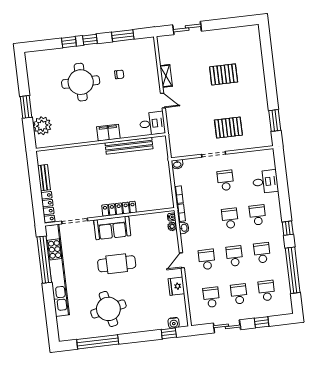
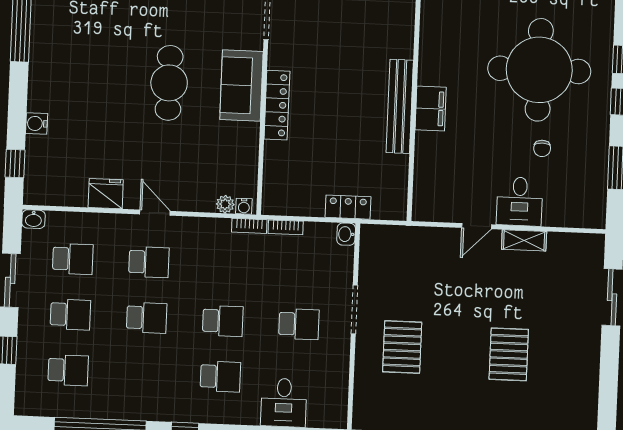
round table: (81, 82) -> (539, 70), width x1.36, depth x1.36
desk: (152, 123) -> (520, 201), moved
bench: (129, 146) -> (400, 106), moved
locker: (164, 166) -> (348, 207), added
washbasin: (184, 228) -> (33, 219), moved
school desk: (262, 253) -> (144, 373), removed
round table: (108, 309) -> (83, 52), removed
water cooler: (174, 323) -> (37, 123), moved

